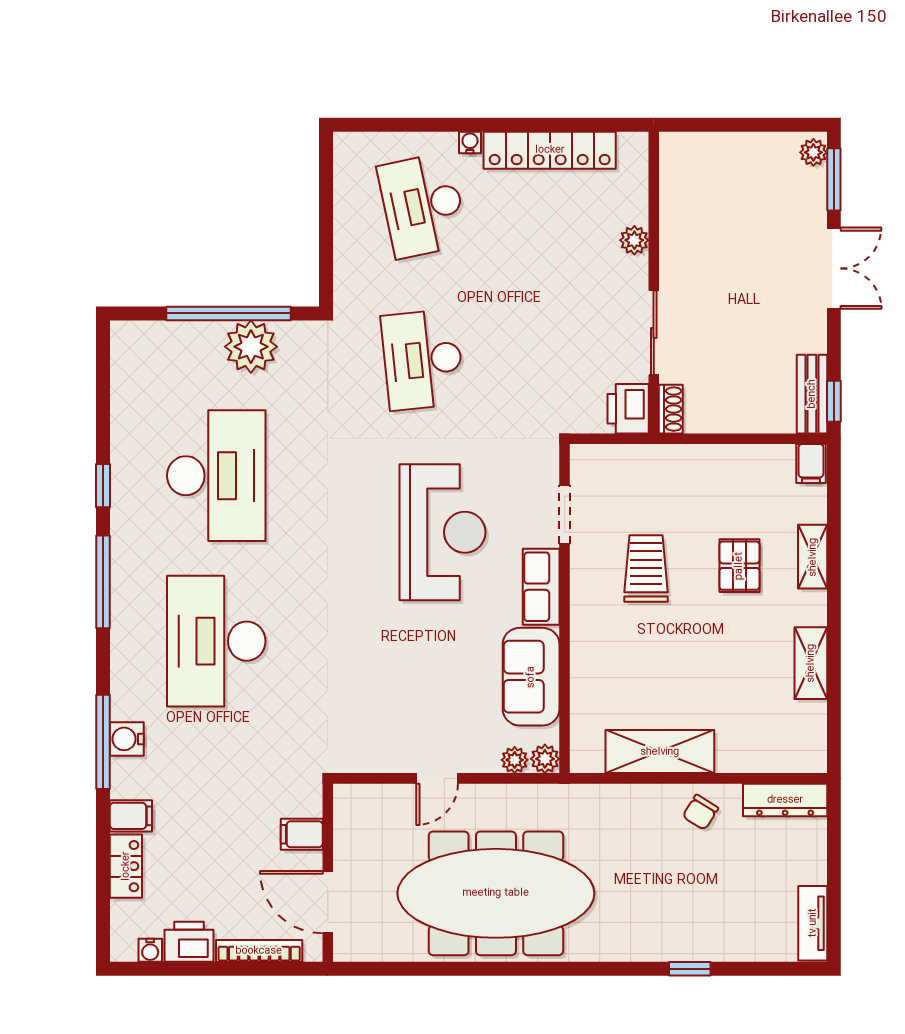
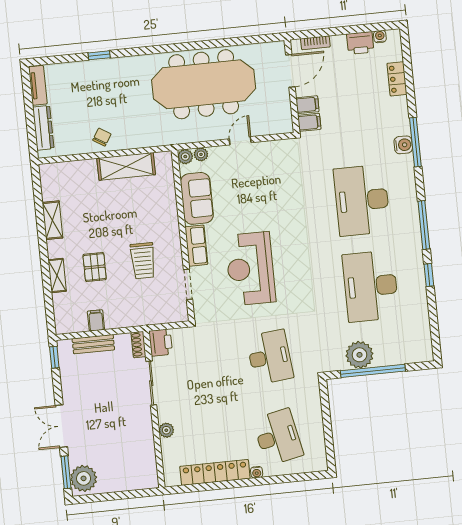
plant: (813, 152) -> (84, 478), width x1.88, depth x1.88
bench: (812, 394) -> (93, 344), moved, turned 90
filing cabinet: (811, 463) -> (96, 320), moved
desk: (216, 641) -> (362, 200), turned 180
dresser: (785, 800) -> (43, 128), moved, turned 90
filing cabinet: (131, 816) -> (309, 122), moved, turned 180
door: (328, 902) -> (290, 71), hinge flipped
bookcase: (259, 951) -> (315, 43), width x0.64

